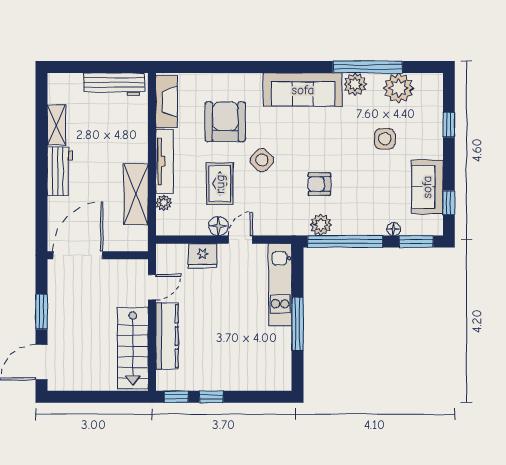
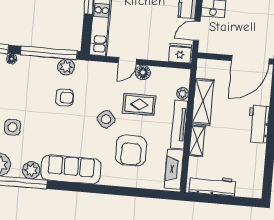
shelving: (56, 125) -> (197, 141), moved
rug: (220, 184) -> (139, 104), turned 90
fridge: (202, 256) -> (180, 53), moved

